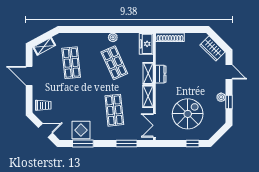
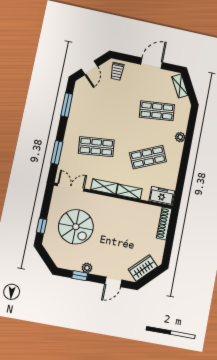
plant: (113, 37) -> (180, 137), moved
dresser: (161, 74) -> (126, 205), removed
display table: (81, 130) -> (82, 106), removed

